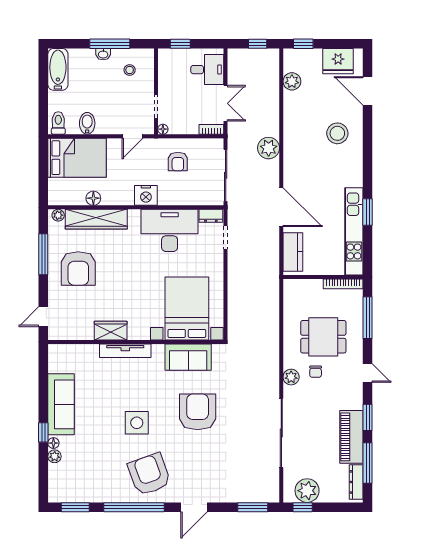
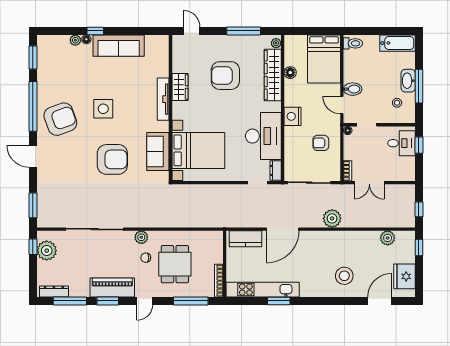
washbasin: (103, 54) -> (408, 81), width x1.91, depth x1.45
desk: (207, 70) -> (401, 143), moved, turned -90
bidet: (87, 123) -> (353, 89), moved
armchair: (78, 269) -> (225, 76), moved
piano: (351, 437) -> (112, 287), moved

